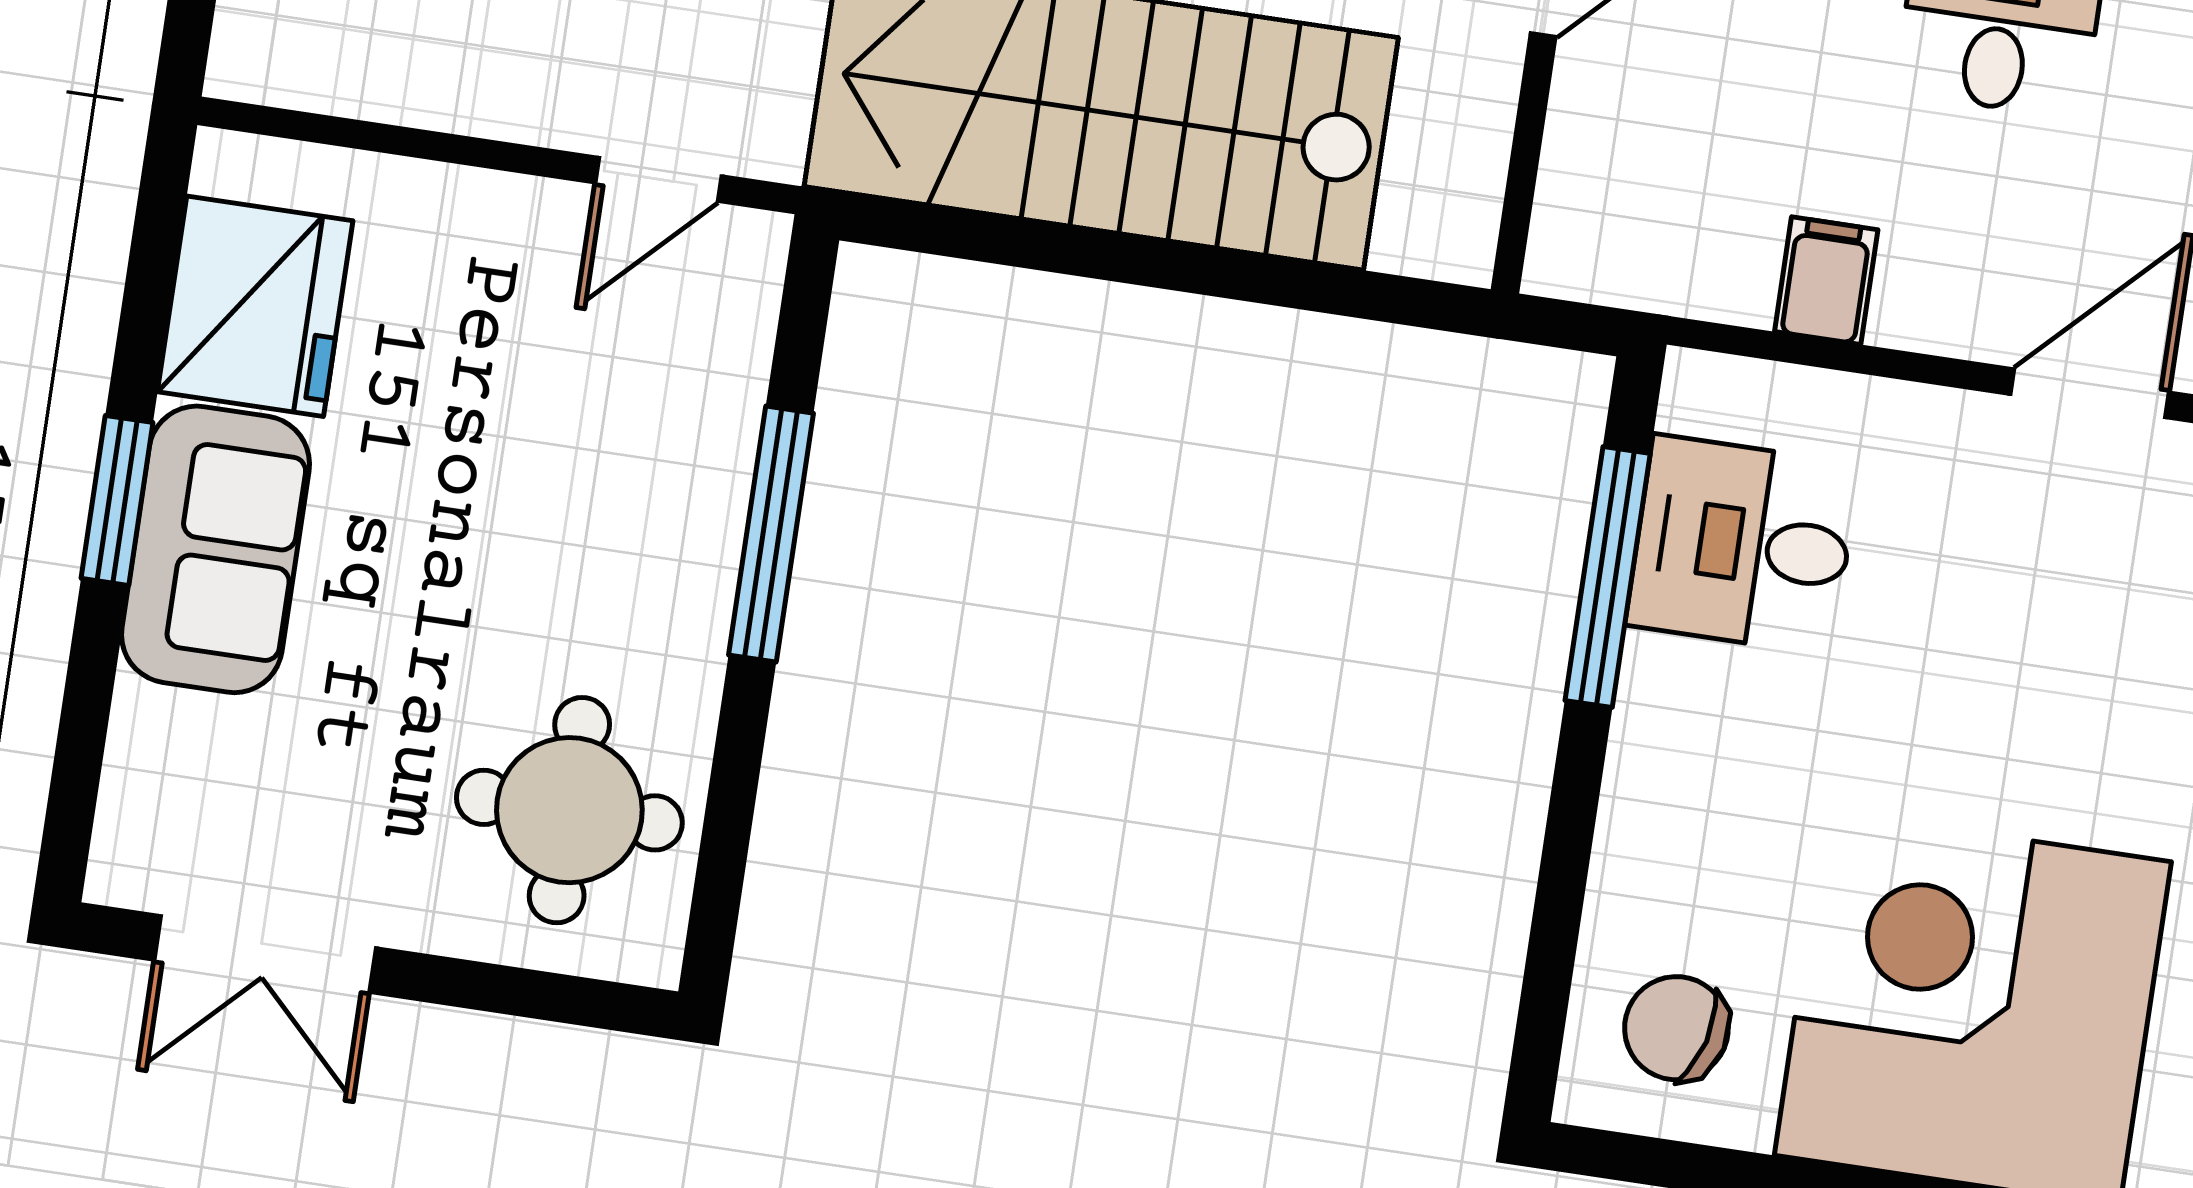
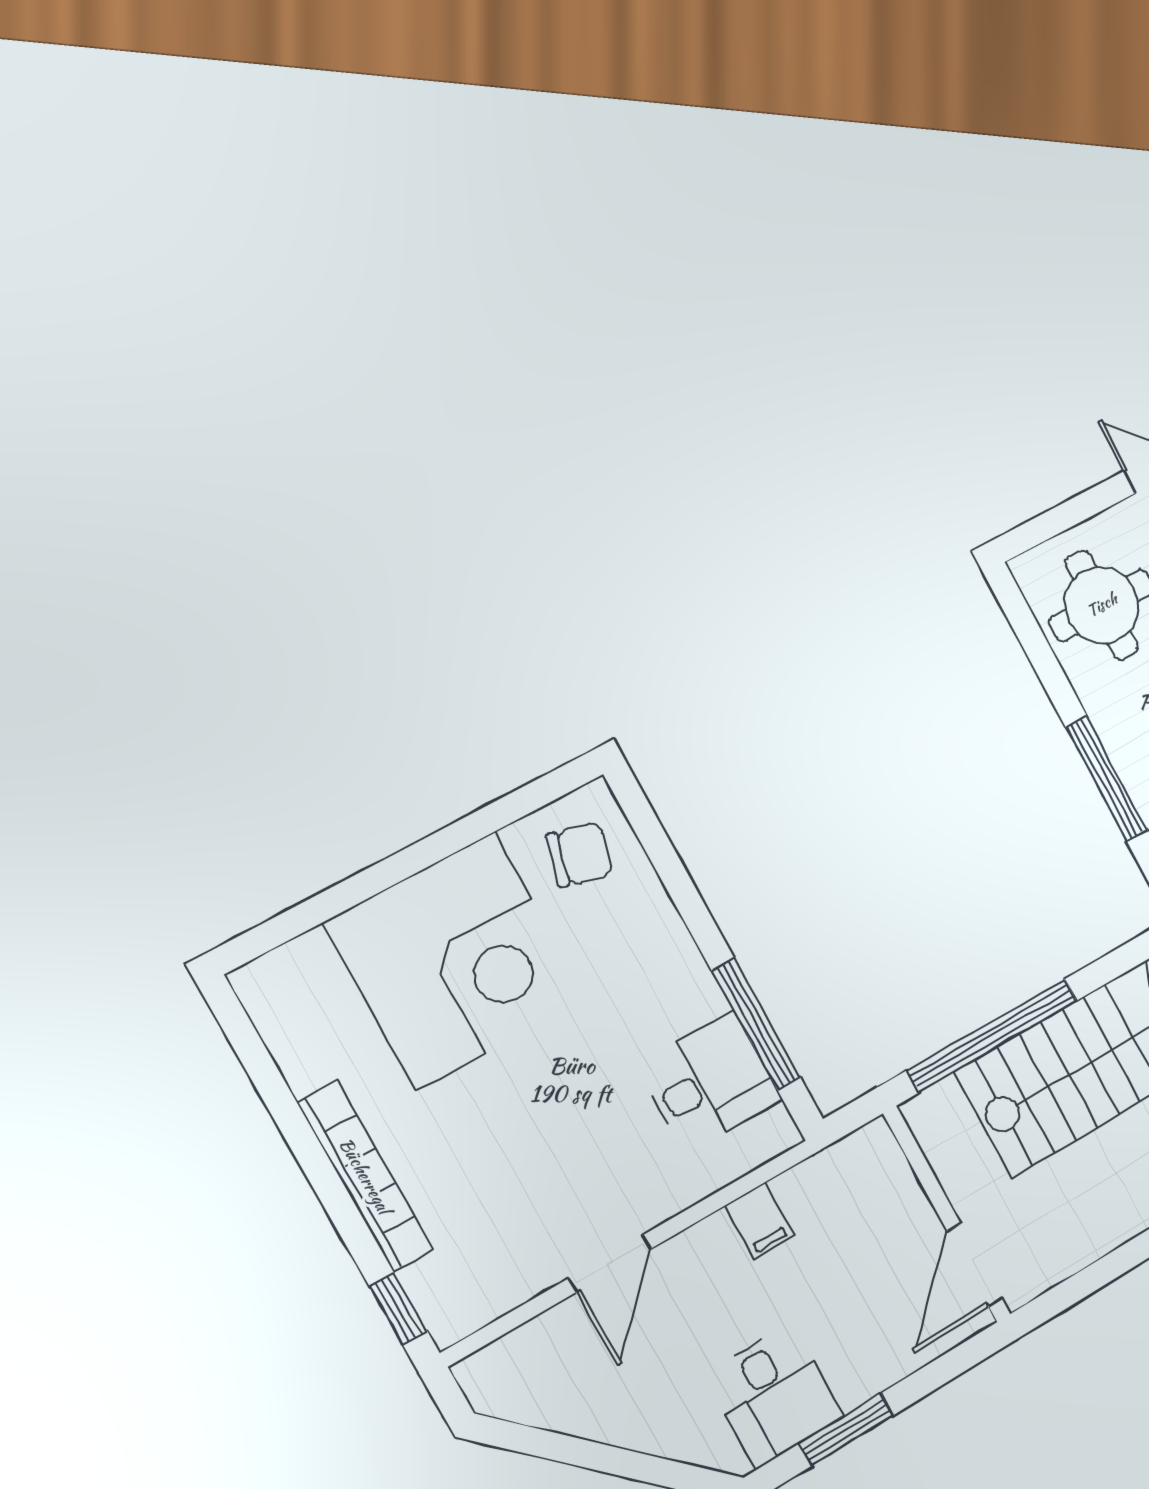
window: (1259, 279) -> (992, 1035), added

